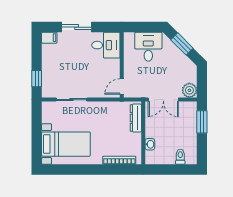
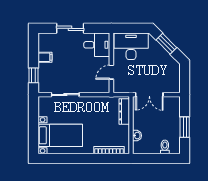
filing cabinet: (49, 38) -> (45, 57), moved
desk: (148, 47) -> (131, 46), width x1.37
door: (122, 87) -> (111, 72), moved
plant: (189, 90) -> (173, 86), removed
window: (202, 122) -> (185, 127), moved

